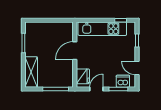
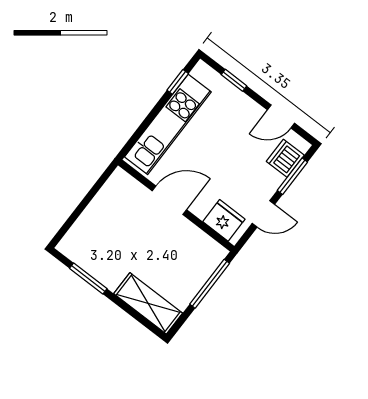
door: (75, 51) -> (169, 200), swing flipped
door: (96, 89) -> (263, 214), swing flipped

